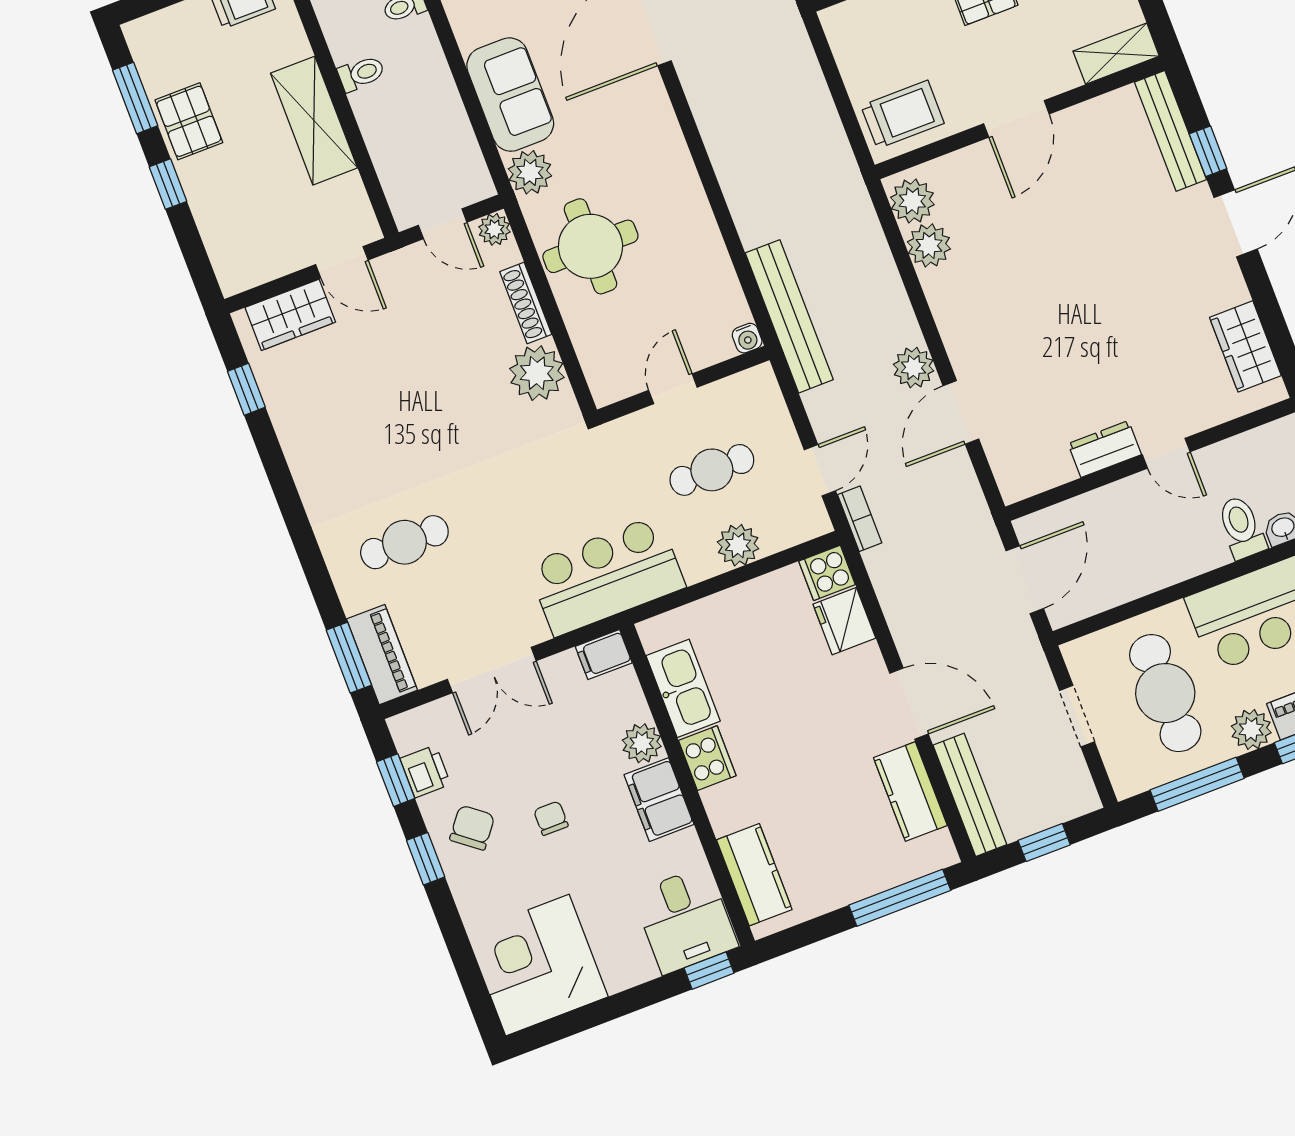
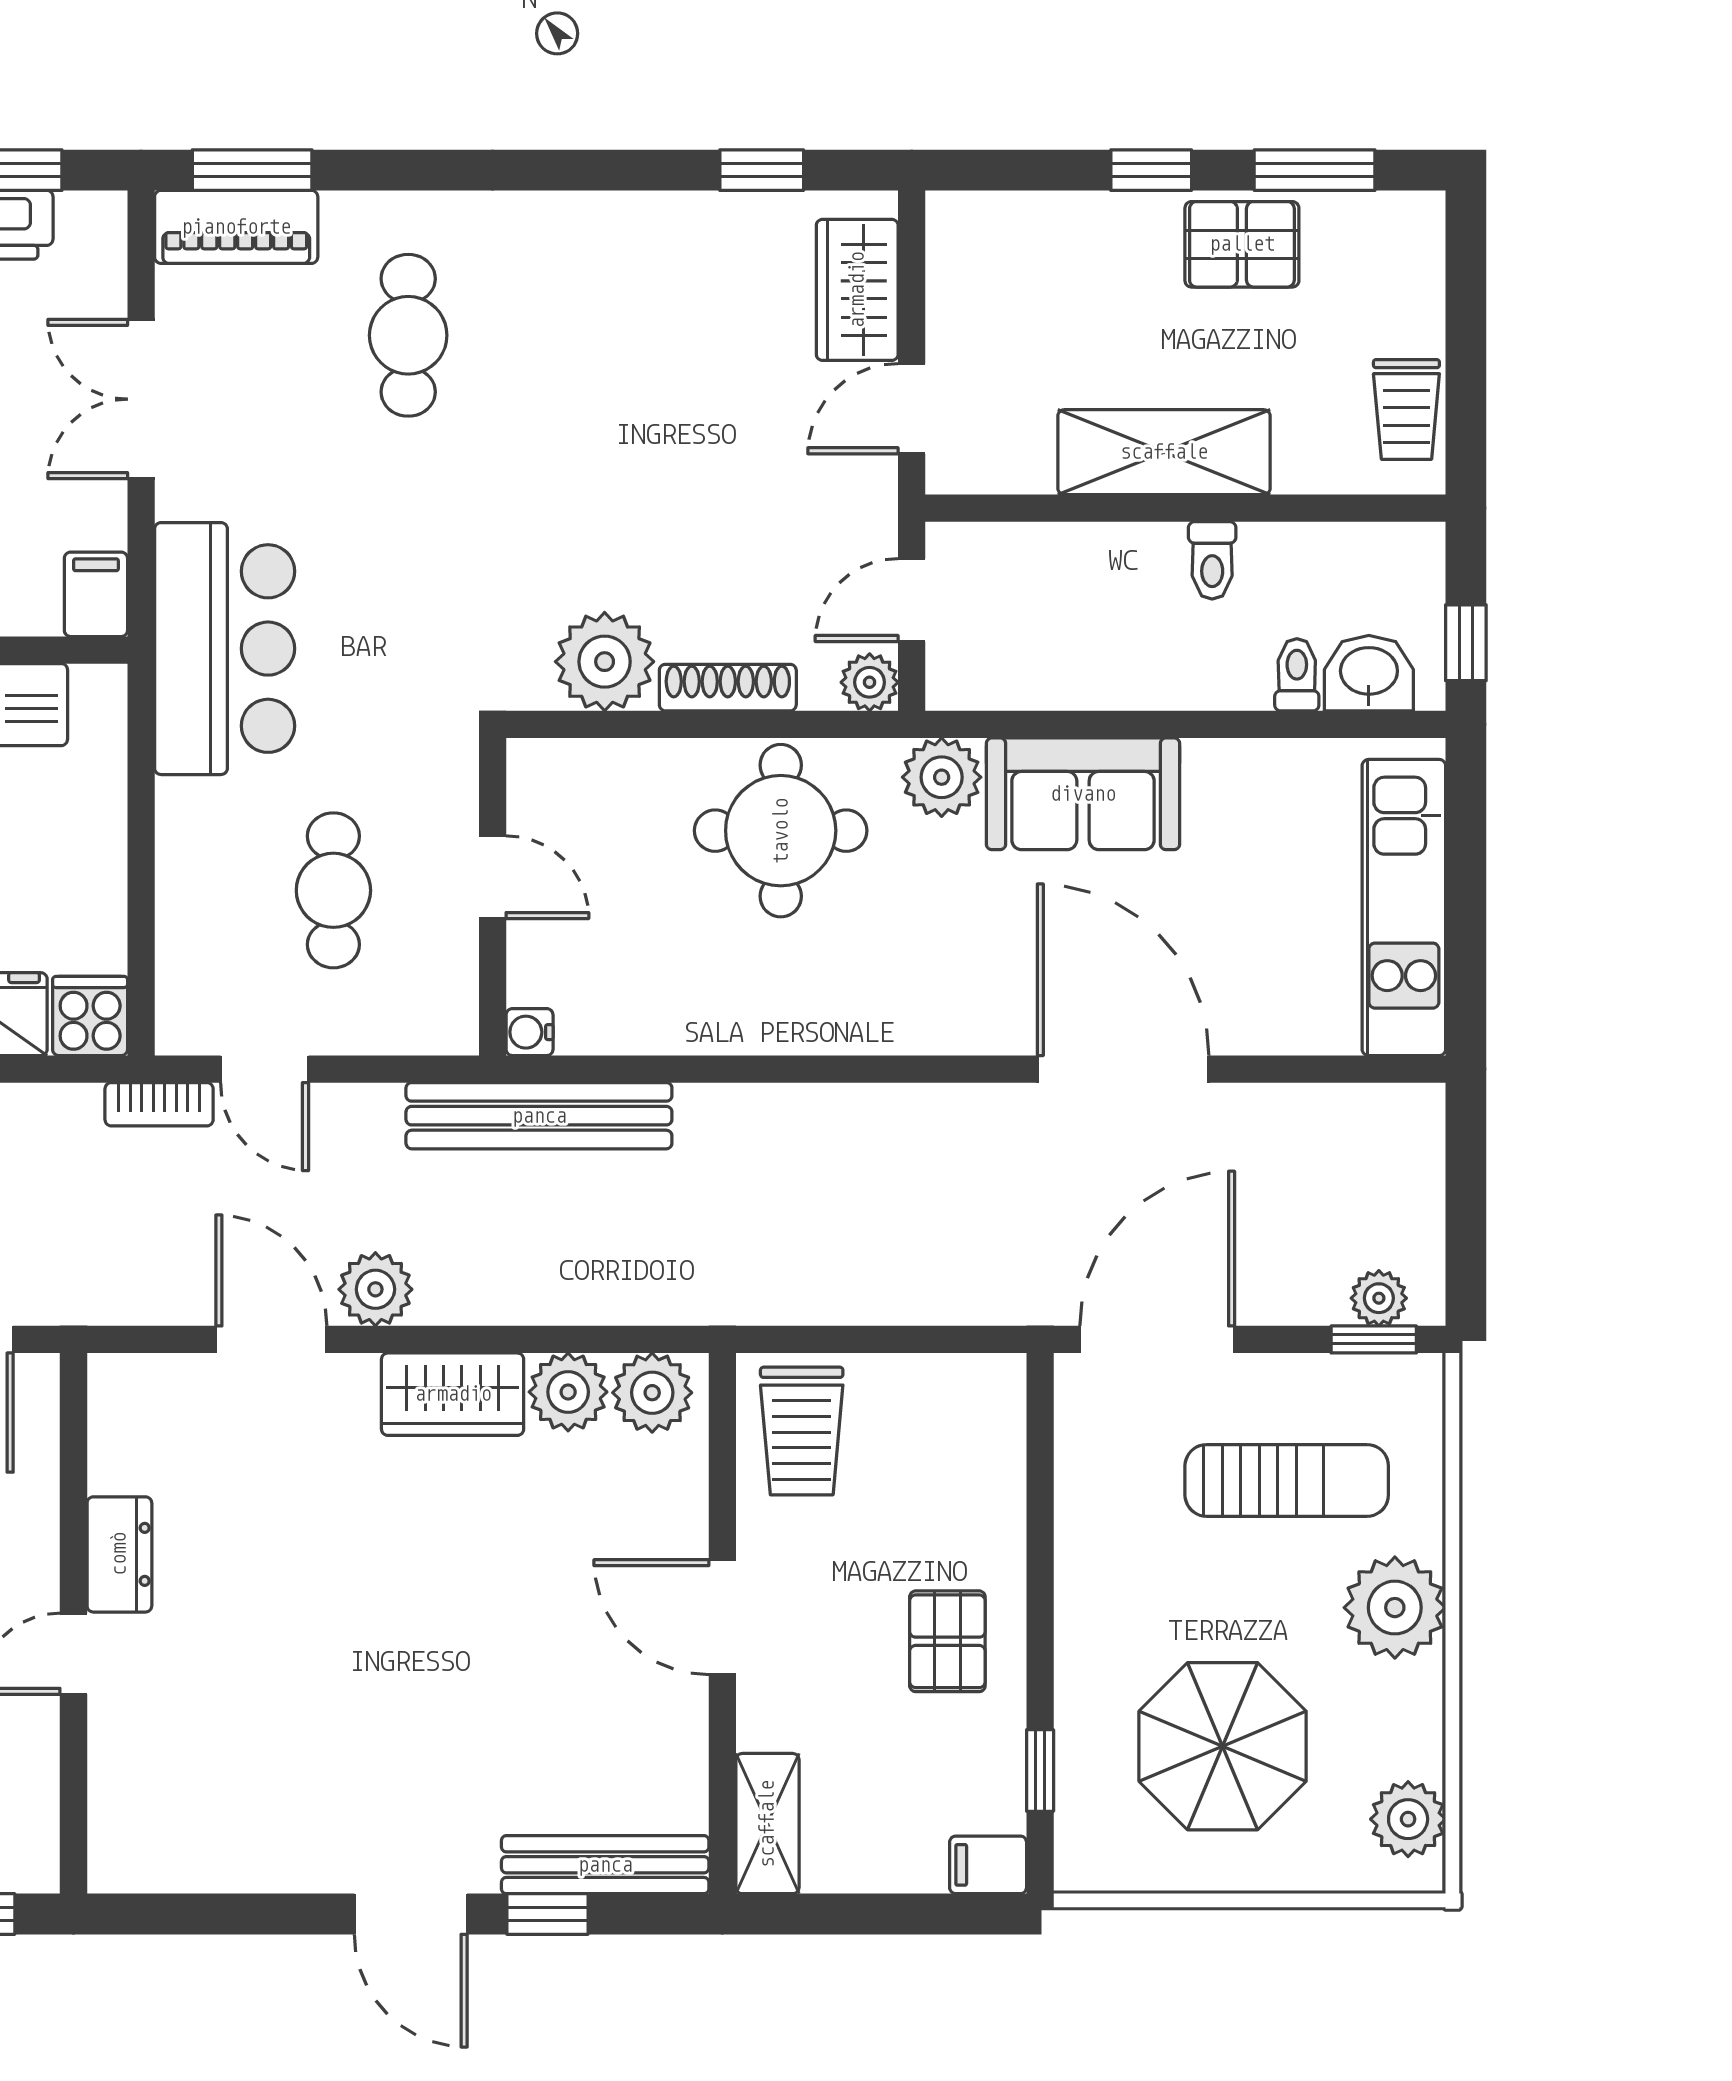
wardrobe: (1245, 346) -> (453, 1394), moved, turned 180
plant: (738, 545) -> (192, 886), removed

